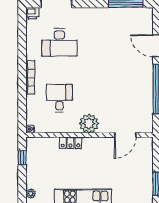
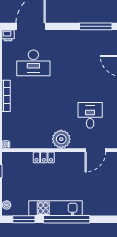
desk: (59, 98) -> (90, 115), moved

